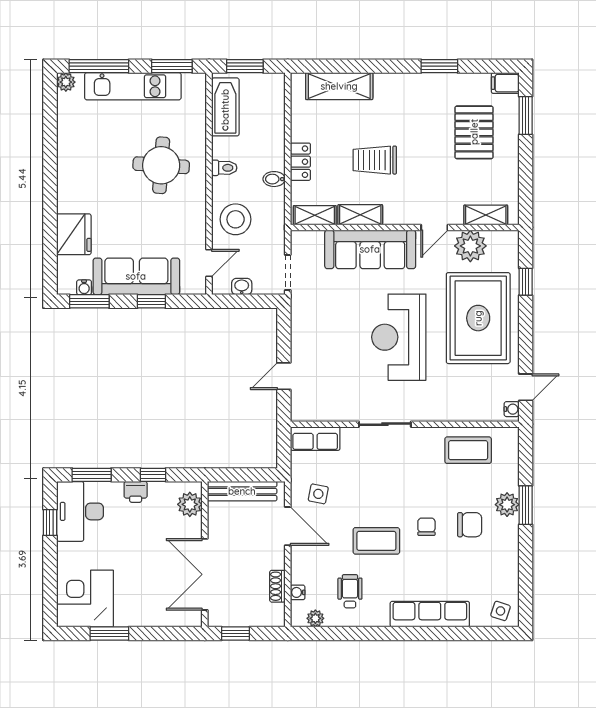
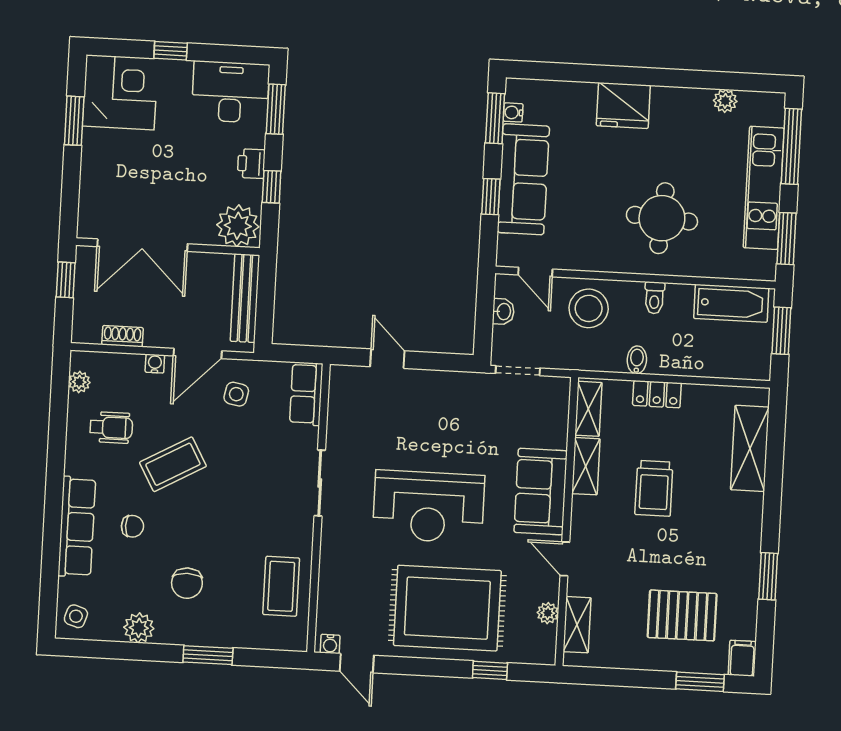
plant: (66, 82) -> (725, 101), moved
trolley: (375, 160) -> (654, 488), turned 180
fridge: (74, 234) -> (623, 105), moved
plant: (470, 246) -> (548, 613), width x0.53, depth x0.53
sofa: (370, 249) -> (541, 492), width x0.73
reception desk: (399, 337) -> (429, 507), turned 180
plant: (190, 504) -> (238, 226), width x1.36, depth x1.36
plant: (507, 505) -> (139, 628), moved
window: (50, 522) -> (171, 51), moved
chair: (426, 527) -> (132, 526), moved
coffee table: (376, 541) -> (173, 464), turned 61
double door: (205, 574) -> (142, 245), swing flipped
water cooler: (298, 592) -> (155, 364), moved

